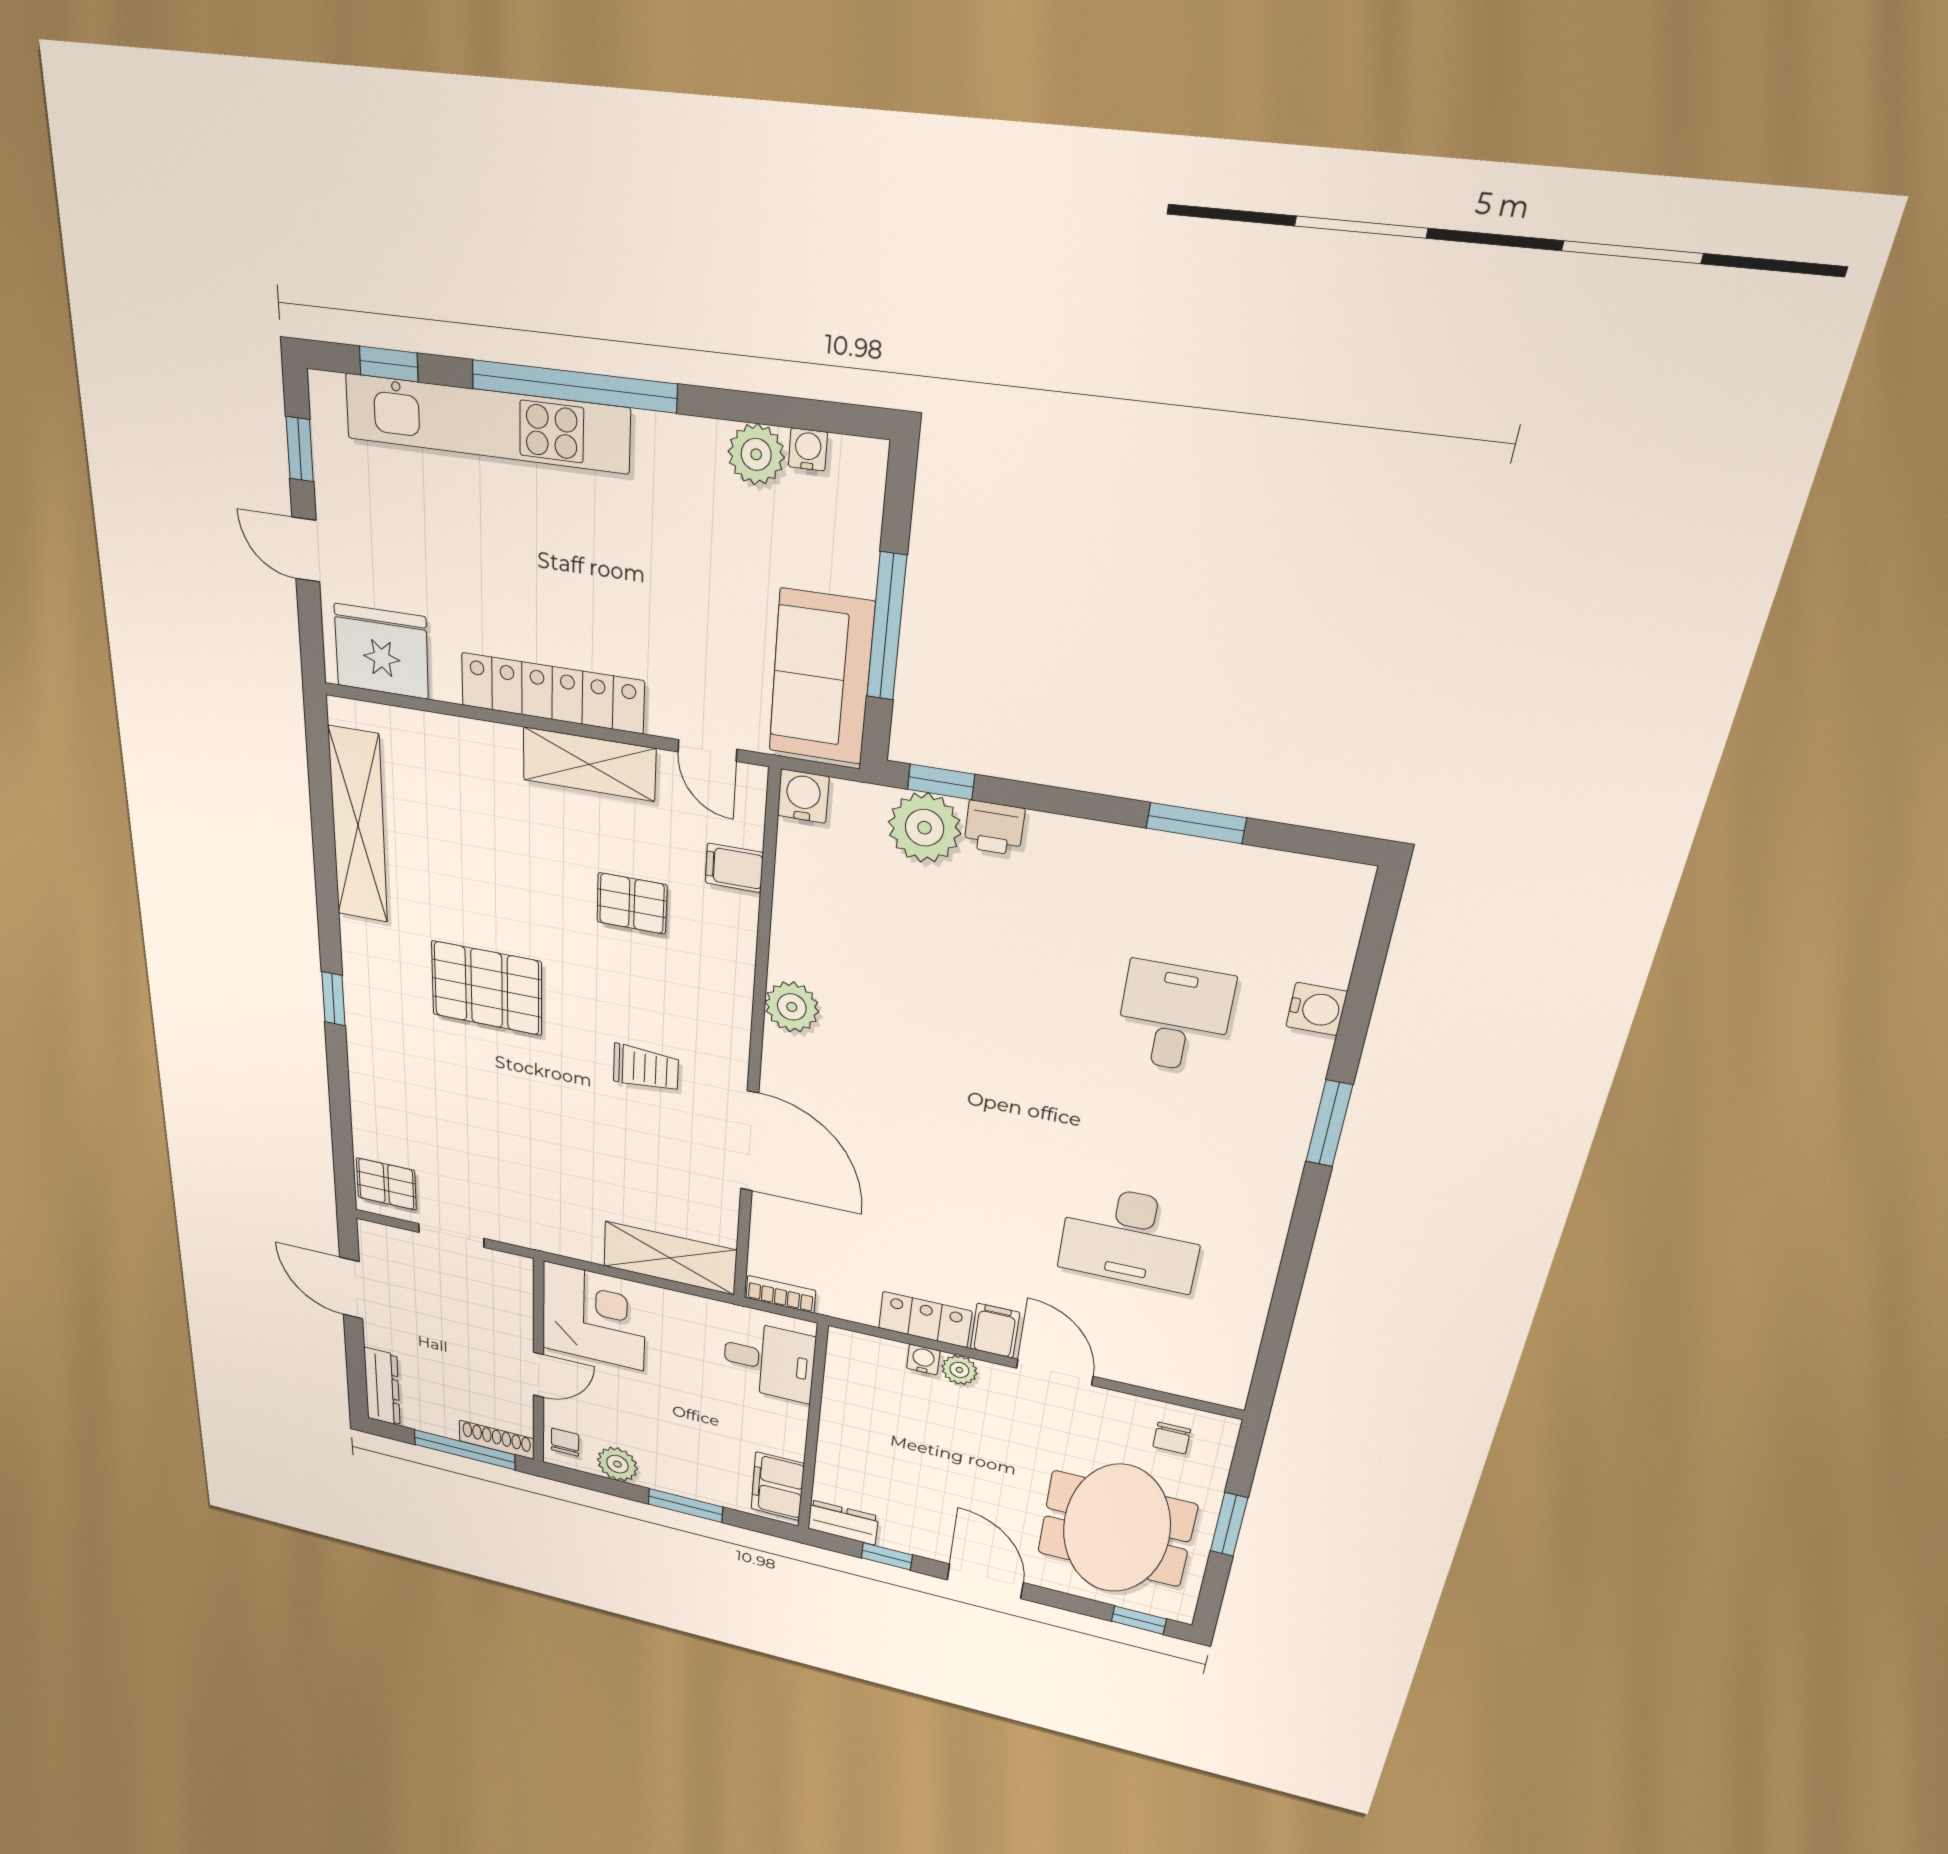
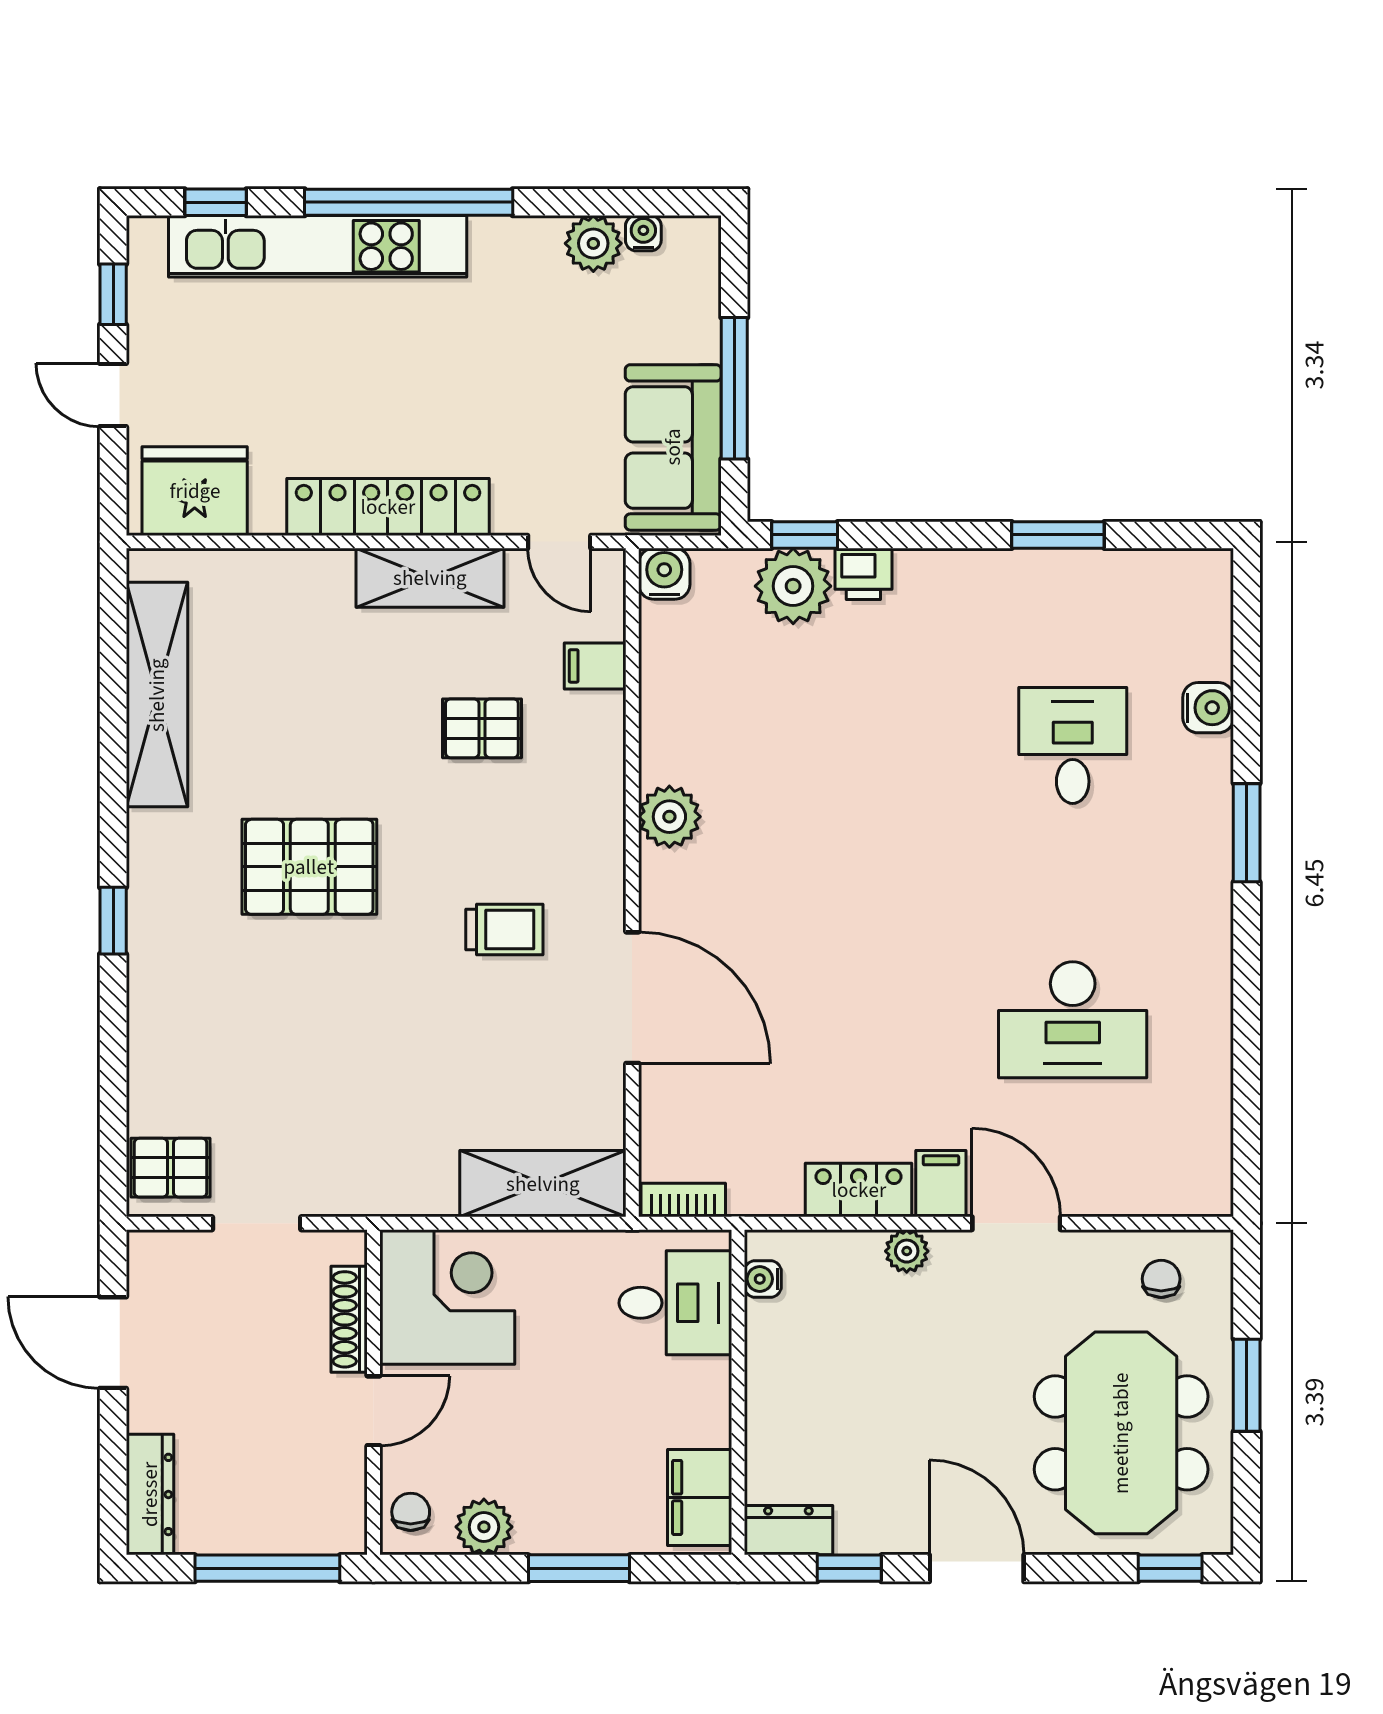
water cooler: (923, 1360) -> (763, 1279), moved, turned -90
chair: (1172, 1438) -> (1161, 1279), turned 180
shoe rack: (497, 1440) -> (349, 1319), moved, turned -90

